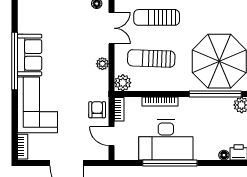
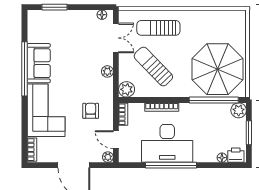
sun lounger: (151, 58) -> (153, 66), turned 44
armchair: (97, 110) -> (91, 111), moved
plant: (103, 154) -> (108, 157), added

